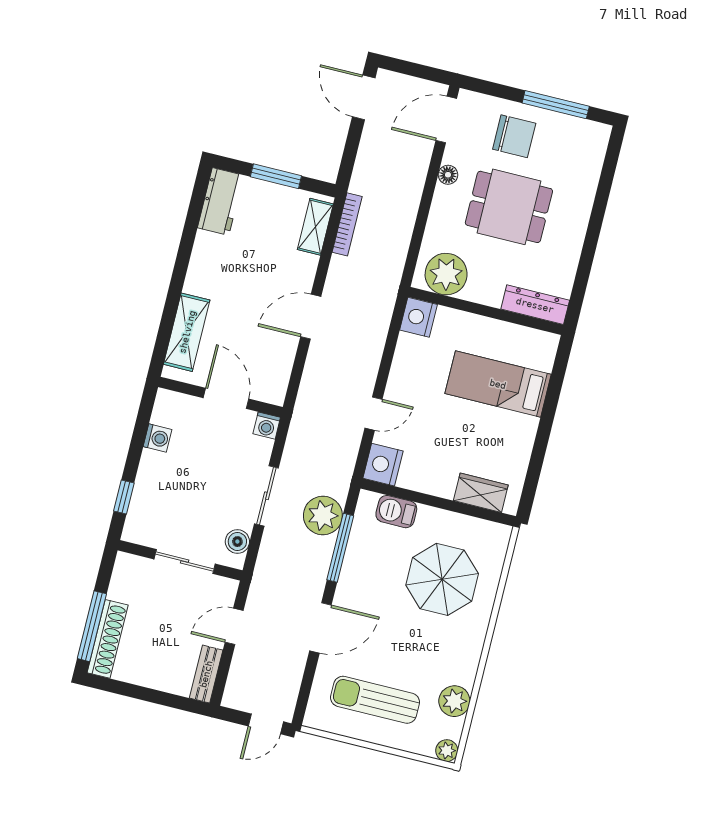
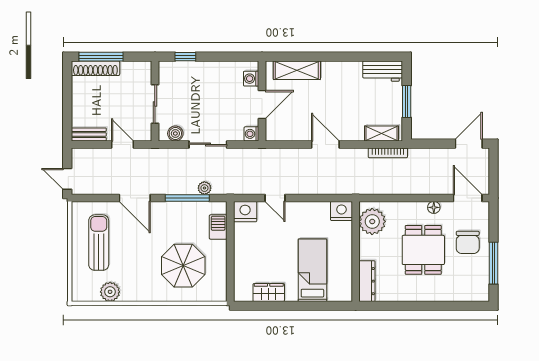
washing machine: (158, 438) -> (251, 79), moved, turned 90
wardrobe: (481, 493) -> (269, 293), moved, turned -90
plant: (323, 516) -> (204, 188), width x0.53, depth x0.53
plant: (447, 751) -> (78, 295), removed

